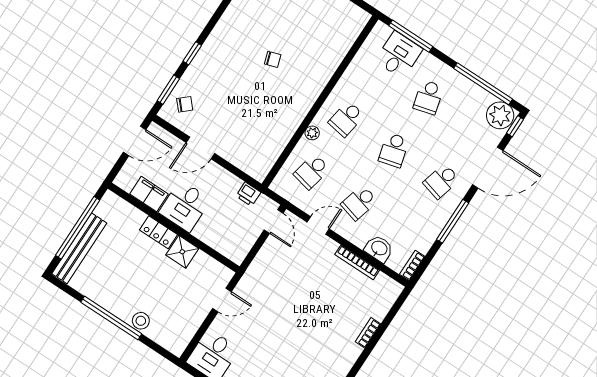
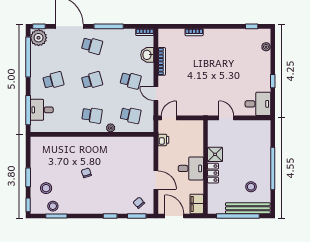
filing cabinet: (149, 194) -> (197, 204), moved
stool: (141, 321) -> (251, 187), moved

